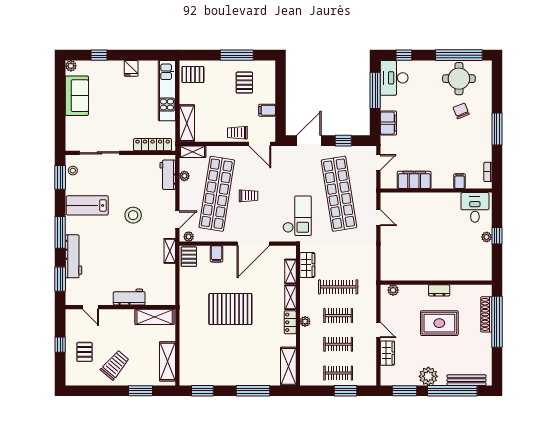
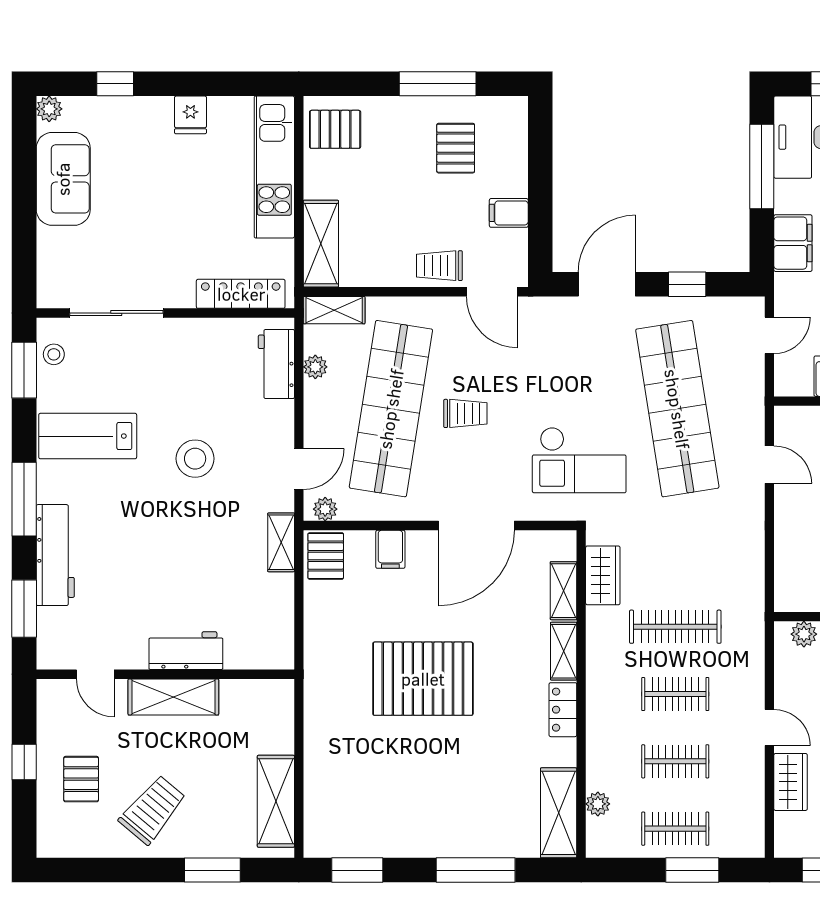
checkout: (297, 216) -> (579, 460), turned 90
shelving: (155, 317) -> (173, 697), moved
plant: (305, 321) -> (598, 804), moved

